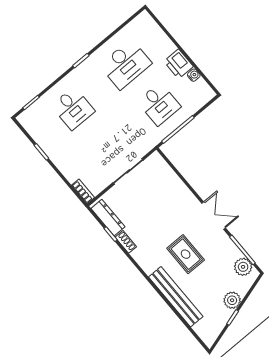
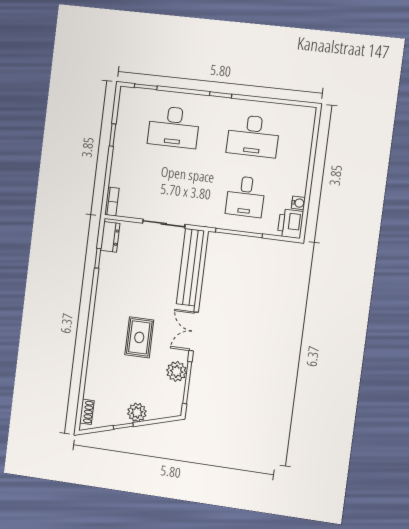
printer: (179, 64) -> (290, 224), moved
desk: (73, 108) -> (174, 127), width x1.37
double door: (214, 216) -> (194, 331), swing flipped
dresser: (108, 218) -> (110, 237), width x0.70
shoe rack: (126, 242) -> (87, 412), moved
plant: (243, 267) -> (176, 371), moved
bench: (176, 297) -> (190, 267), moved

